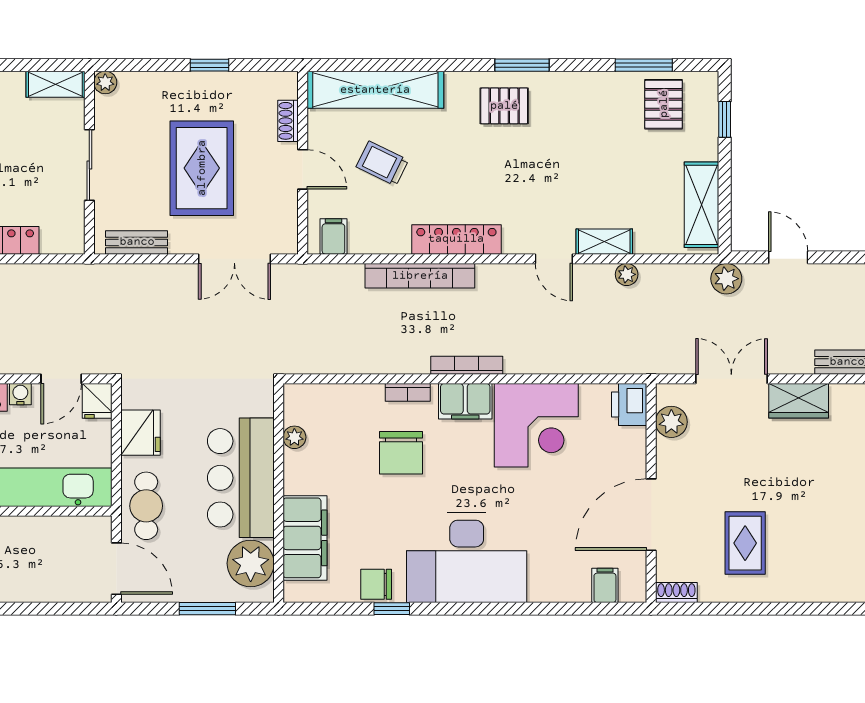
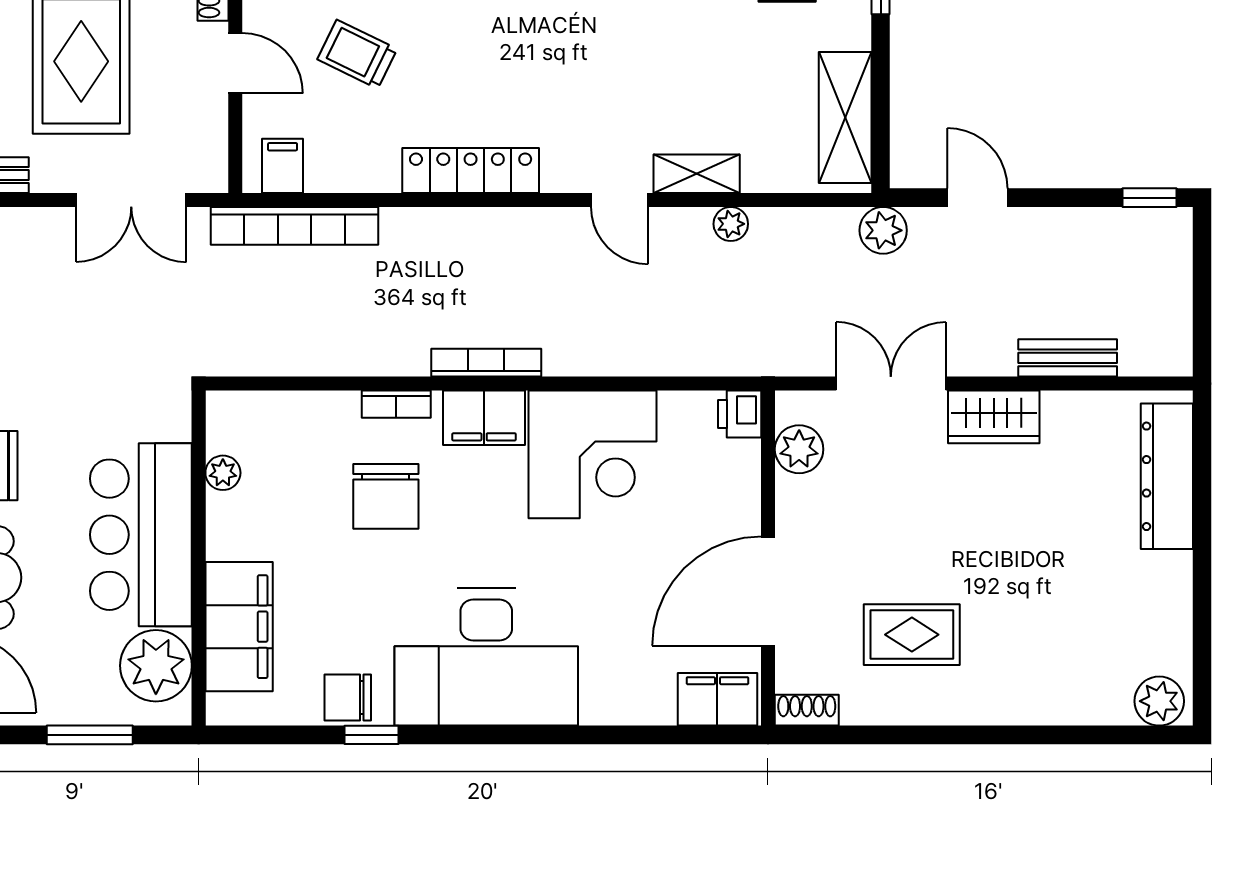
bookcase: (420, 276) -> (294, 226), moved
printer: (629, 404) -> (740, 414), width x0.73, depth x0.81
rug: (745, 543) -> (912, 635), turned 90
filing cabinet: (605, 585) -> (717, 699), width x2.00

